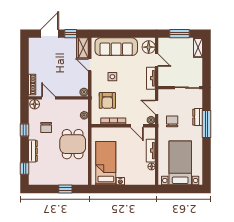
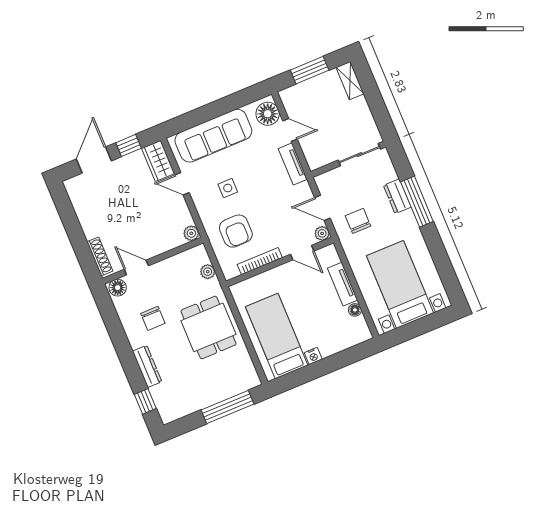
window: (24, 130) -> (119, 337), removed
window: (65, 189) -> (227, 407), width x2.17

